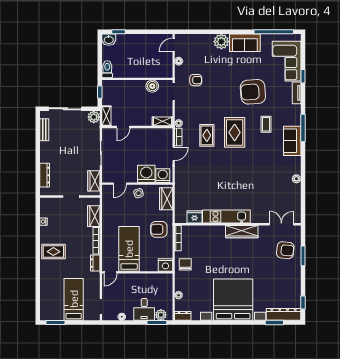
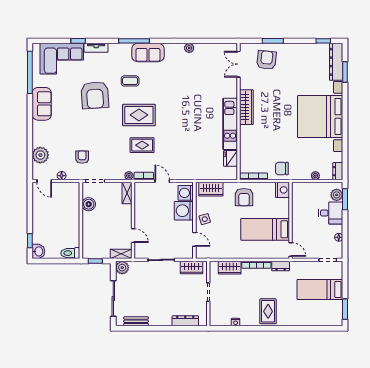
plant: (221, 42) -> (40, 155), moved

